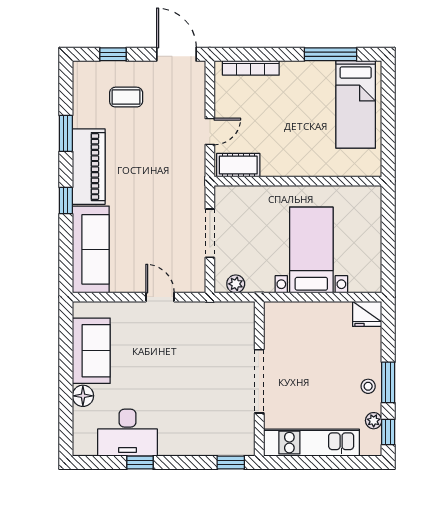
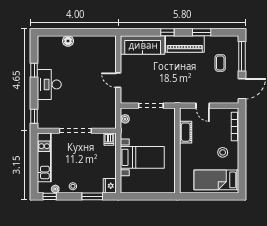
window: (113, 54) -> (242, 56), width x2.17
window: (330, 54) -> (242, 167), removed
stool: (302, 92) -> (223, 152), added
cot: (238, 165) -> (186, 132), moved
door: (160, 297) -> (118, 80), swing flipped
dishwasher: (276, 316) -> (109, 139), added
sofa: (91, 351) -> (91, 45), removed
window: (388, 382) -> (92, 196), moved
desk: (128, 433) -> (49, 84), moved

